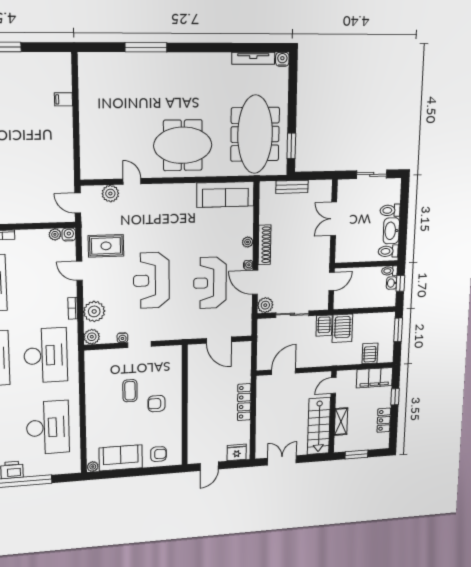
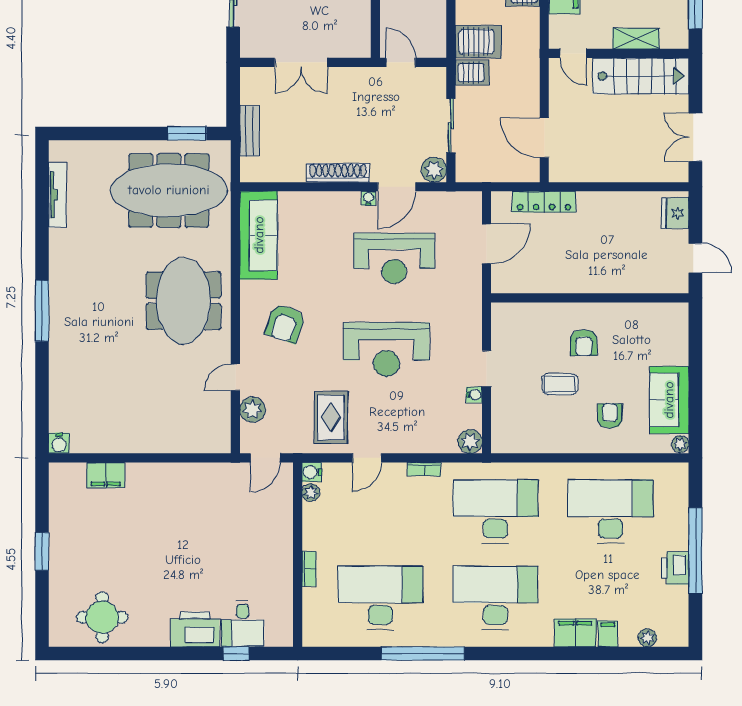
window: (146, 47) -> (42, 311), moved
water cooler: (282, 59) -> (59, 443), moved, turned -90
filing cabinet: (63, 99) -> (106, 475), width x2.00
armchair: (168, 214) -> (285, 323), added
plant: (248, 242) -> (333, 200), removed
plant: (94, 311) -> (431, 437), removed
locker: (244, 402) -> (544, 202), moved
armchair: (158, 454) -> (610, 416), moved

